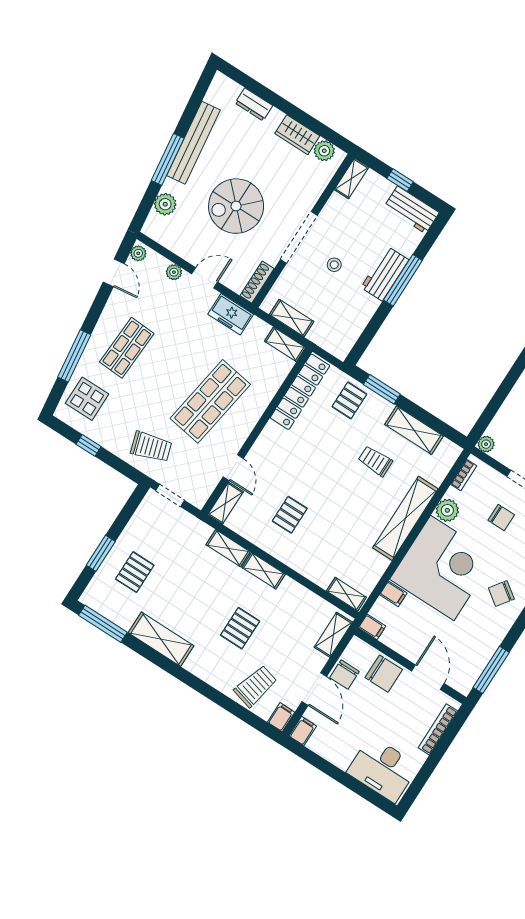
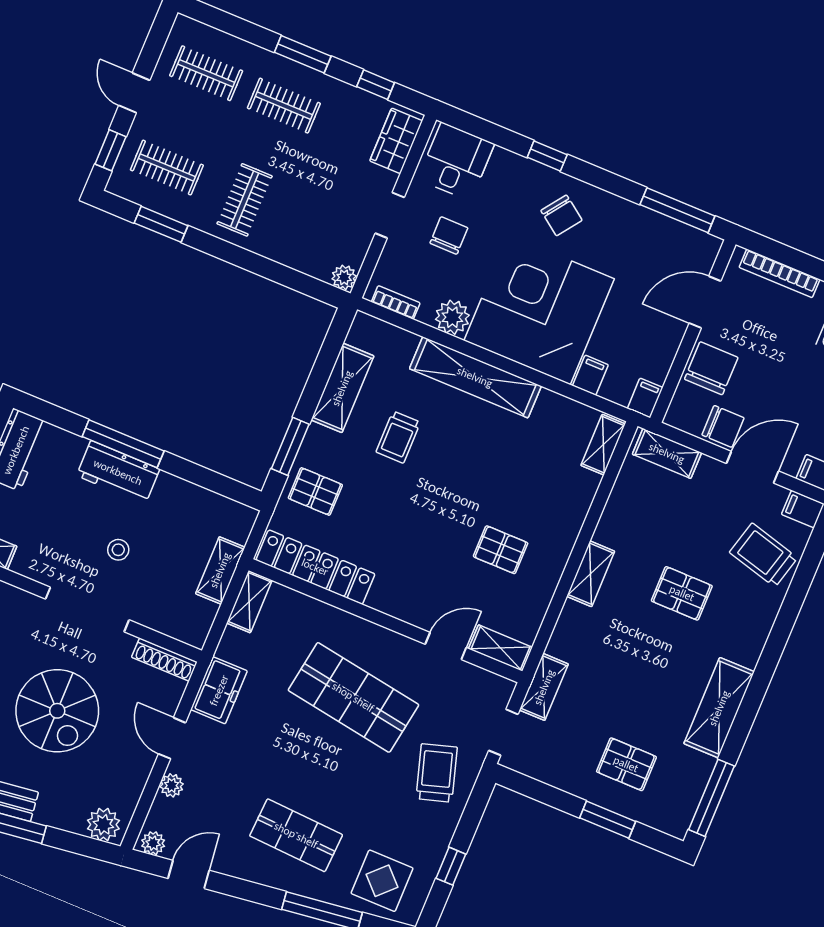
plant: (165, 204) -> (103, 825), moved
shelving: (292, 318) -> (220, 570), moved
shelving: (228, 548) -> (544, 687), moved

